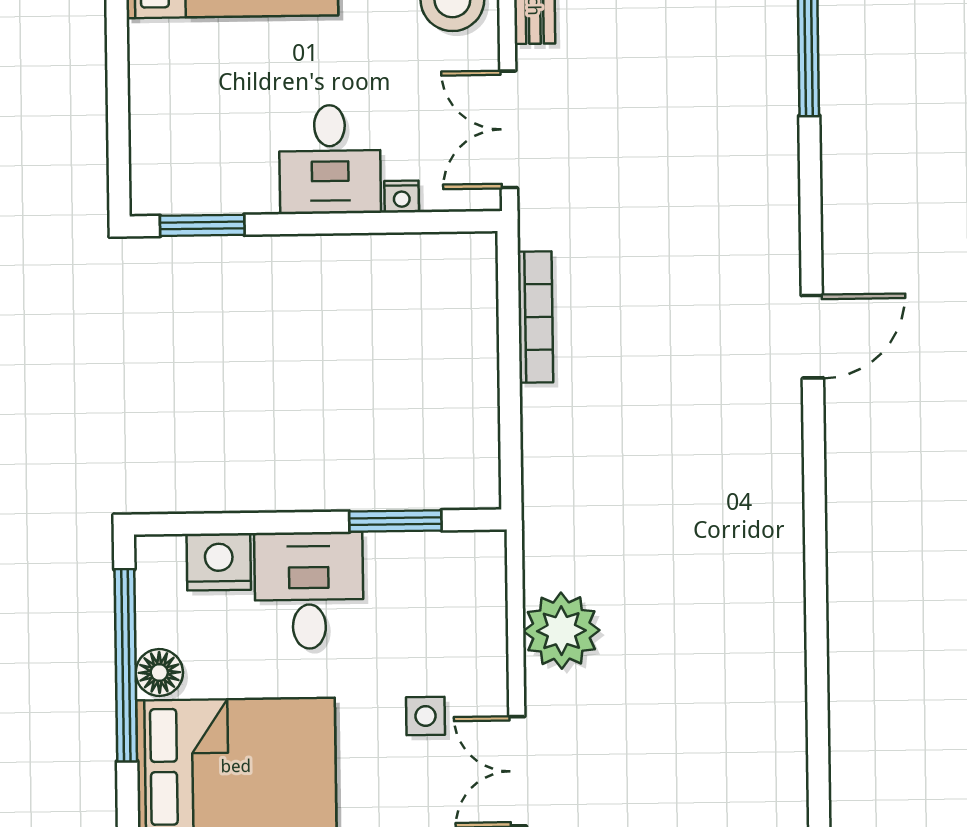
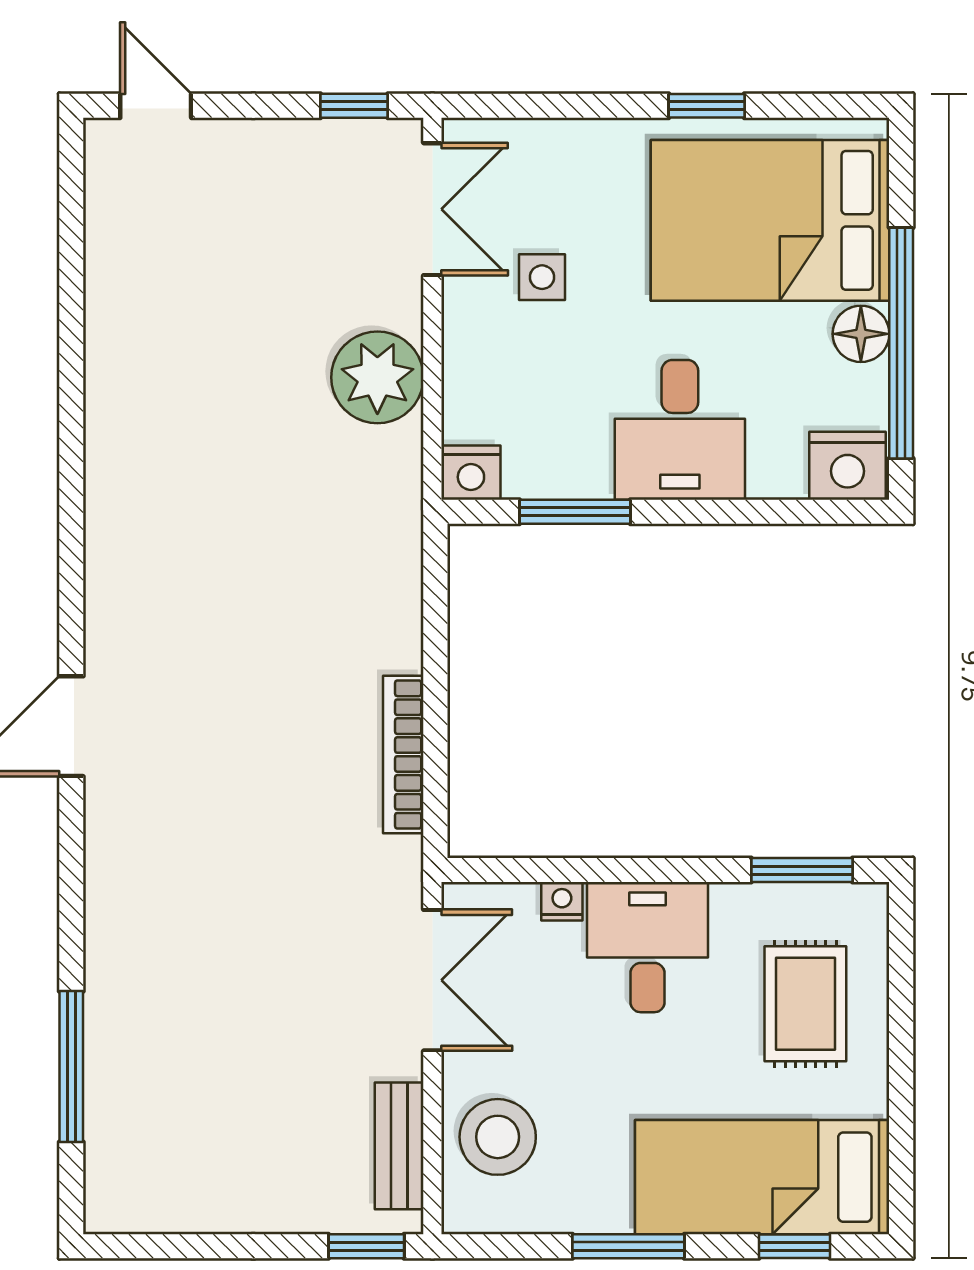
rug: (198, 114) -> (805, 1004), added
nightstand: (482, 552) -> (471, 473), added
nightstand: (219, 562) -> (848, 466), moved

